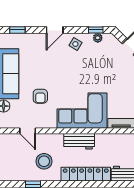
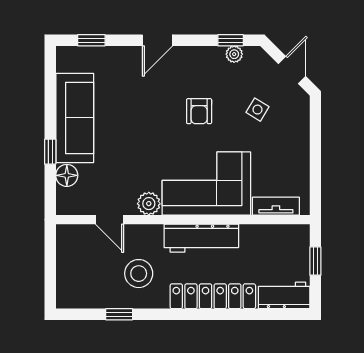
side table: (75, 44) -> (257, 110), moved
armchair: (40, 96) -> (199, 111), moved
plant: (50, 122) -> (149, 204), added
workbench: (79, 141) -> (201, 238), width x1.38

